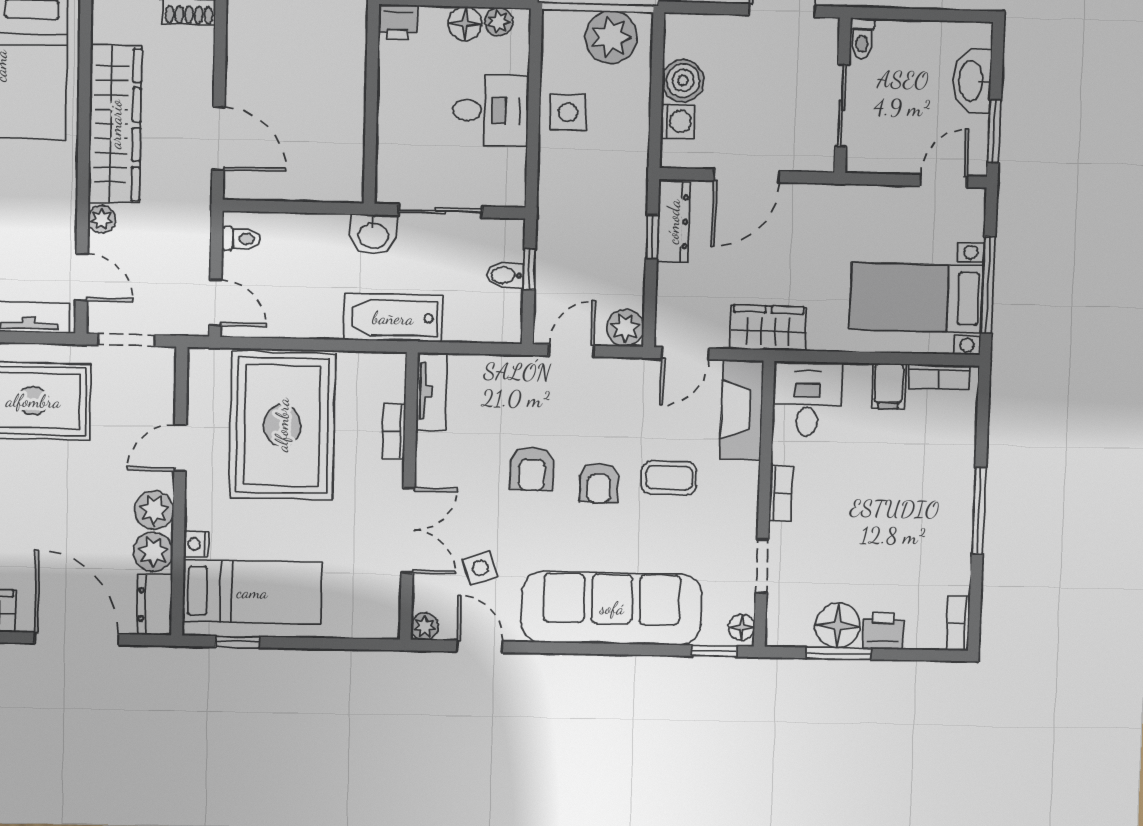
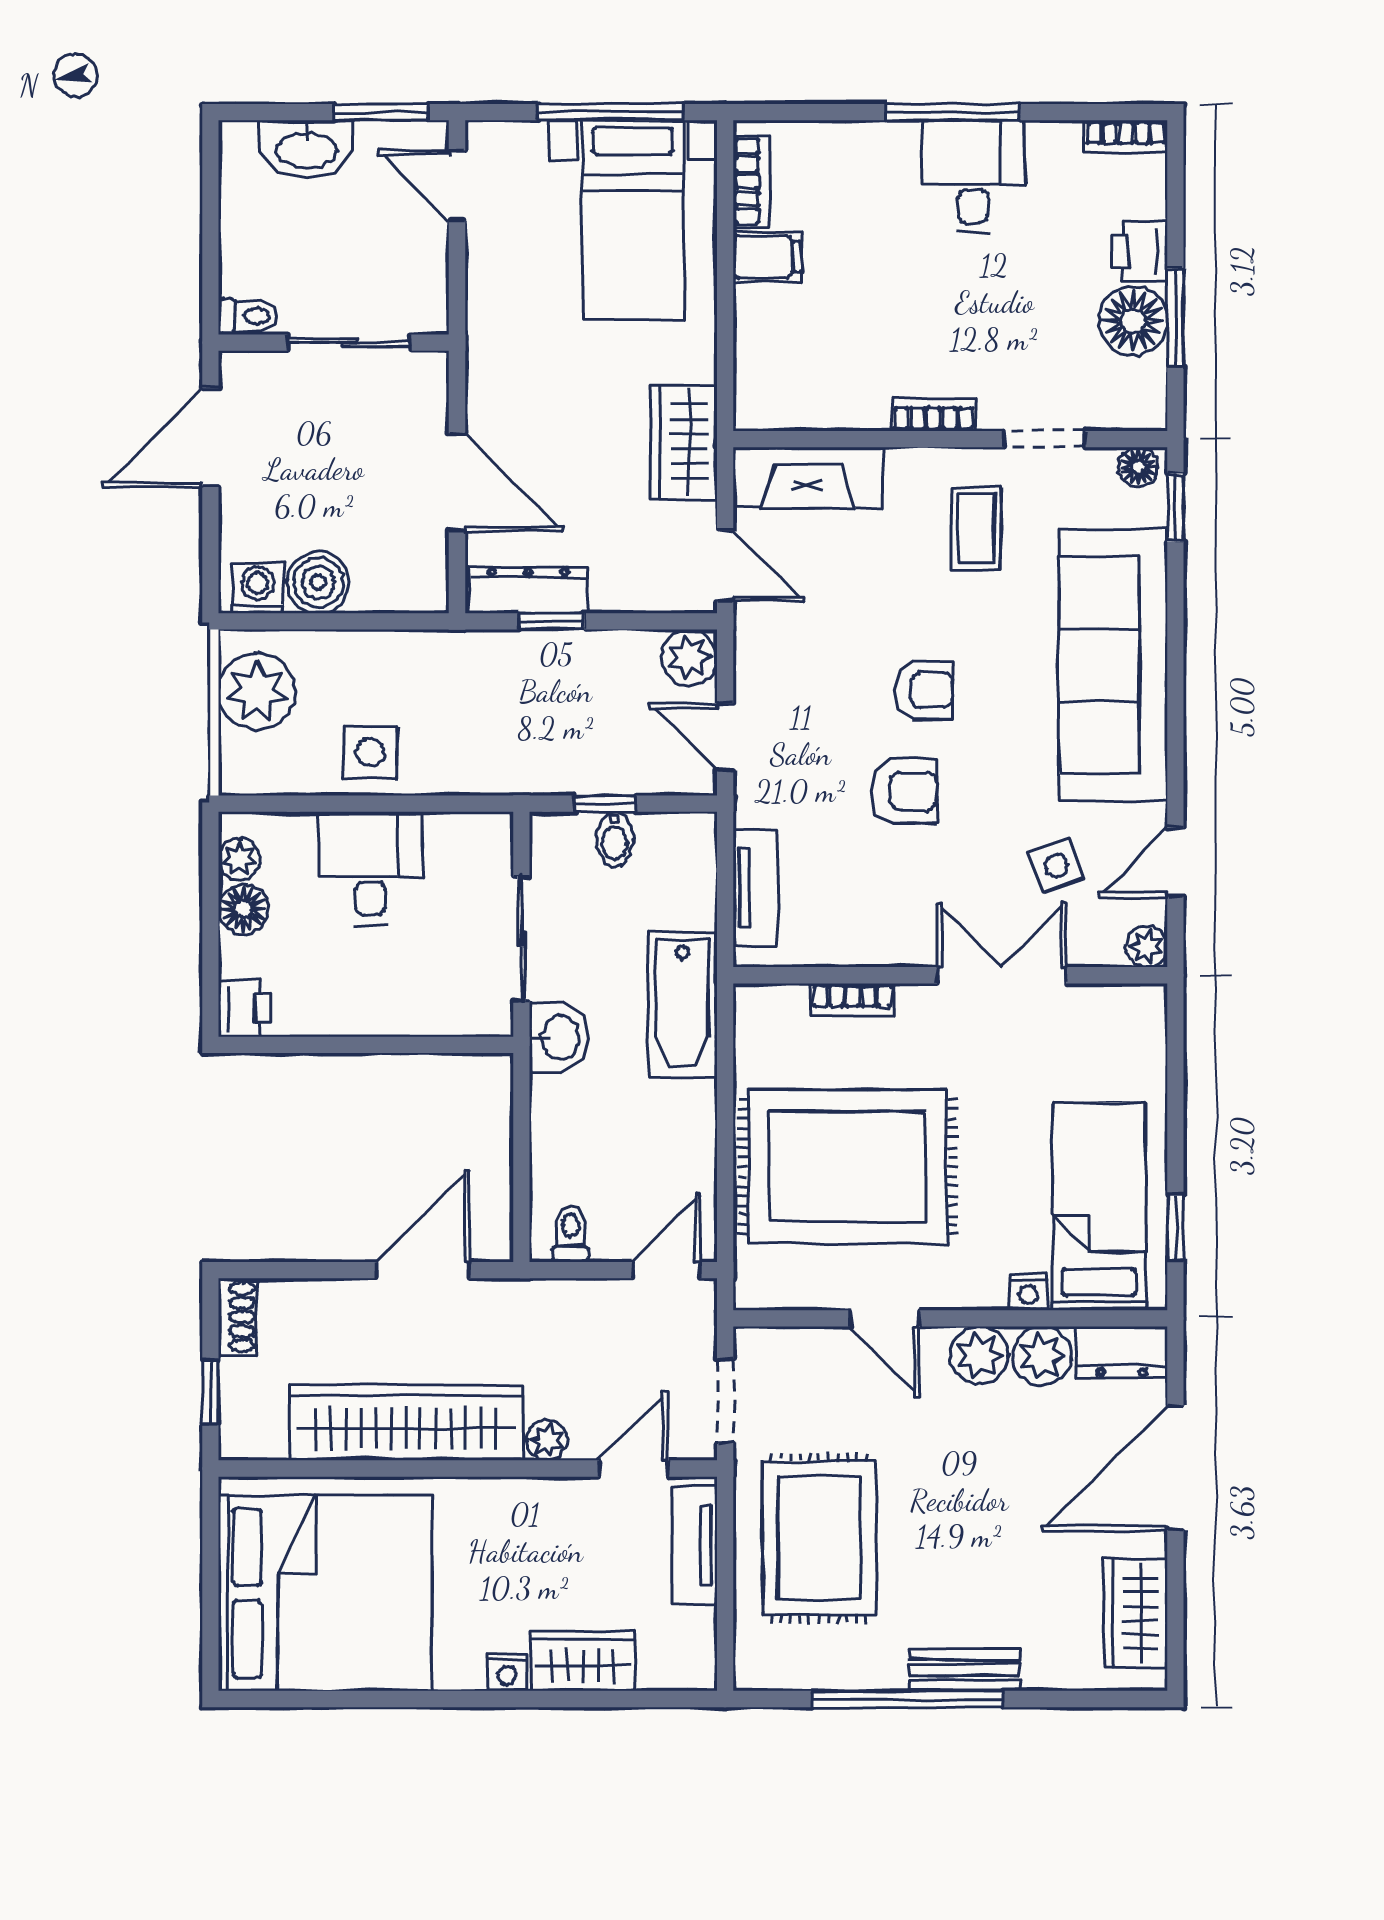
washing machine: (678, 121) -> (258, 588), moved
tv unit: (432, 391) -> (755, 888), moved, turned 90
desk: (807, 399) -> (973, 176), moved, turned 90
coffee table: (669, 478) -> (976, 528), moved

